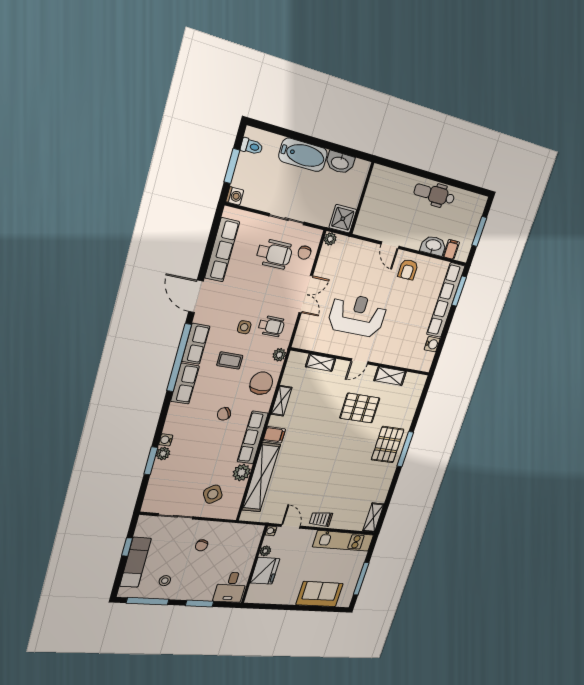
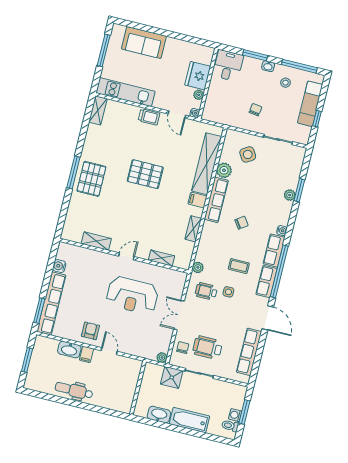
dental chair: (434, 194) -> (74, 390), turned 180
washing machine: (235, 196) -> (235, 415), moved
shower: (343, 219) -> (172, 377), moved
filing cabinet: (451, 249) -> (86, 354), moved
chair: (261, 383) -> (212, 245), removed
pallet: (360, 408) -> (145, 174), moved
water cooler: (166, 440) -> (282, 231), moved
washbasin: (185, 595) -> (268, 66), added

